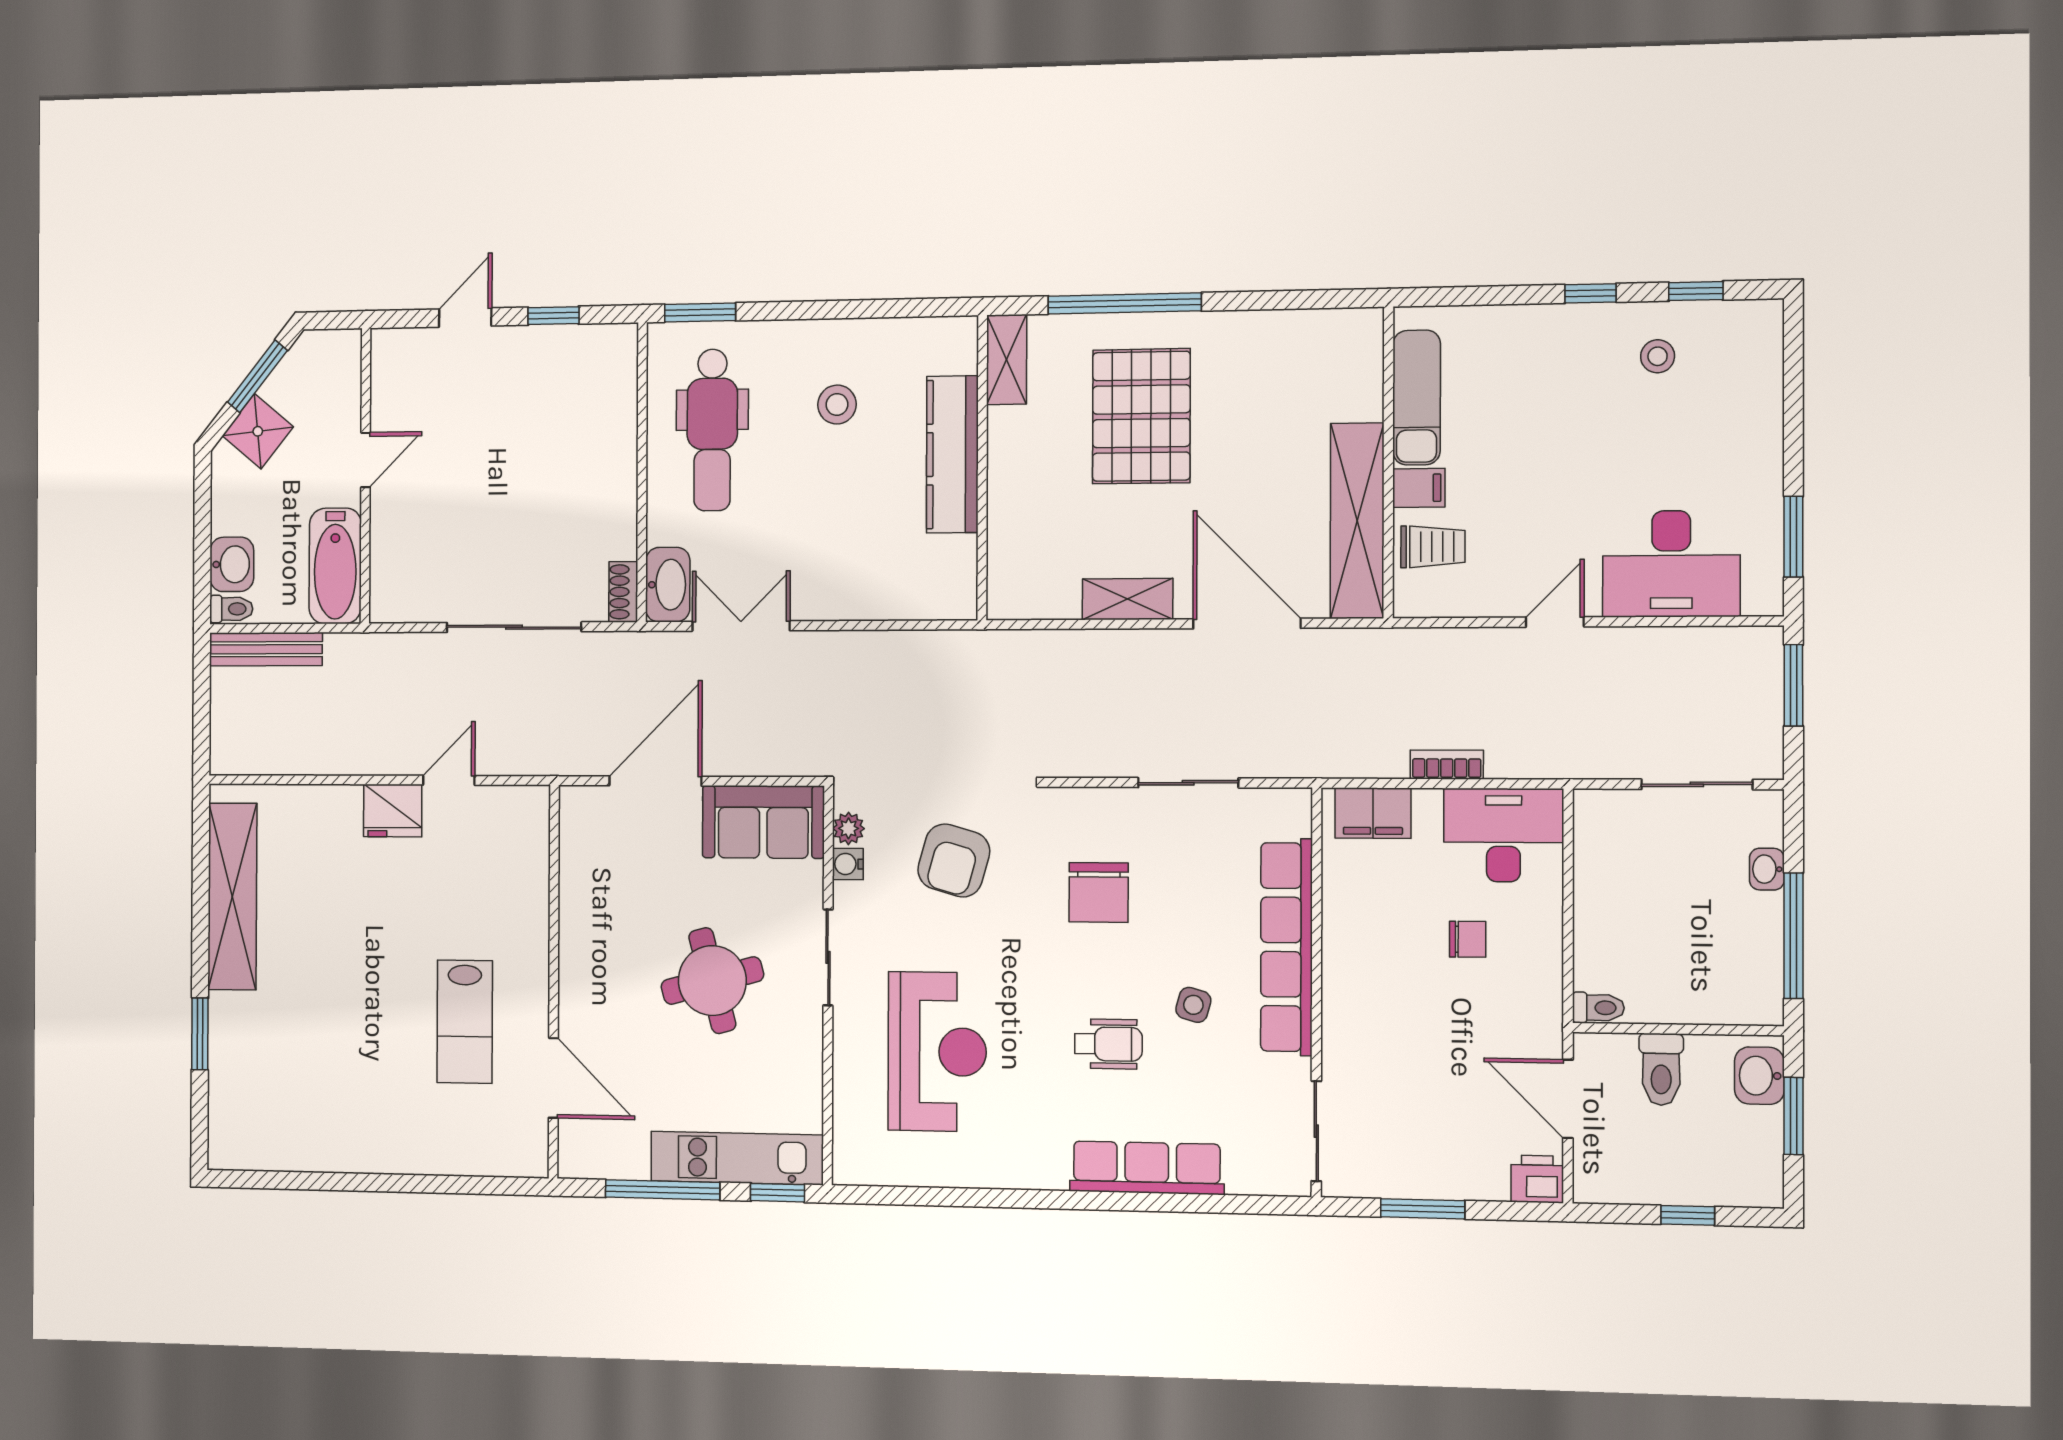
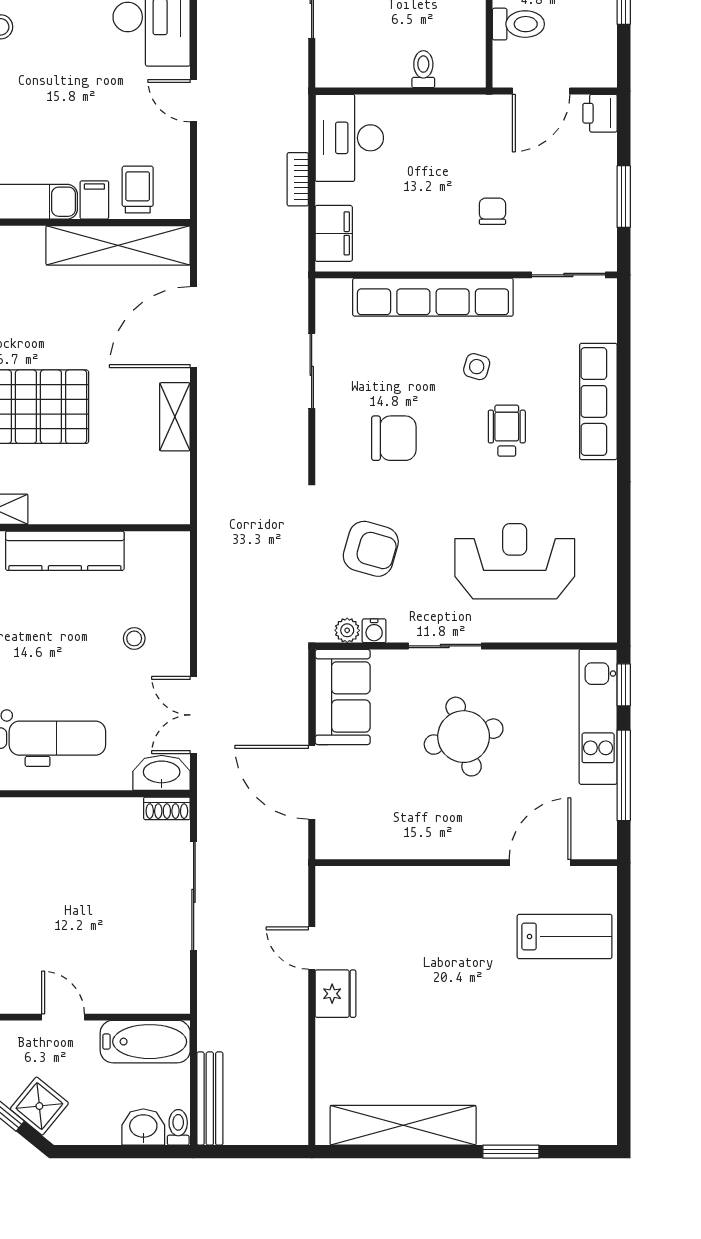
stool: (837, 405) -> (134, 638), moved, width x0.73, depth x0.73
chair: (1468, 939) -> (492, 211), moved
toilet: (1598, 1008) -> (423, 69), moved
lab bench: (465, 1022) -> (565, 936), moved

